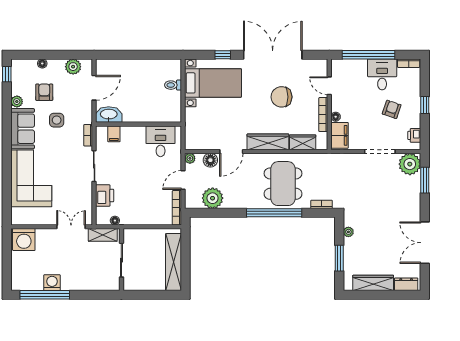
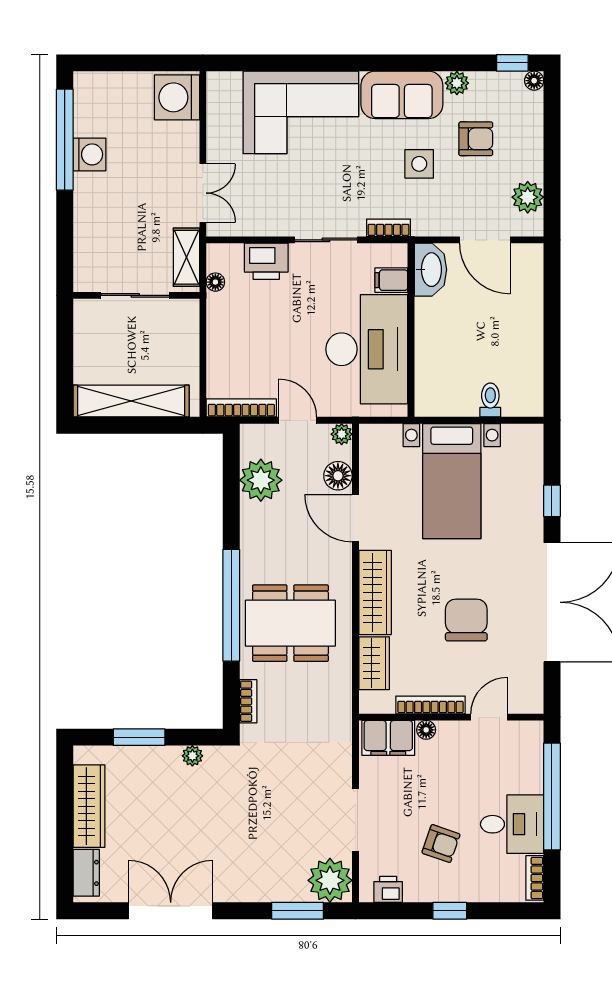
floor lamp: (42, 63) -> (534, 81), moved
bed with nightstands: (213, 83) -> (452, 481), moved
desk: (161, 141) -> (367, 349), width x1.87, depth x1.30

